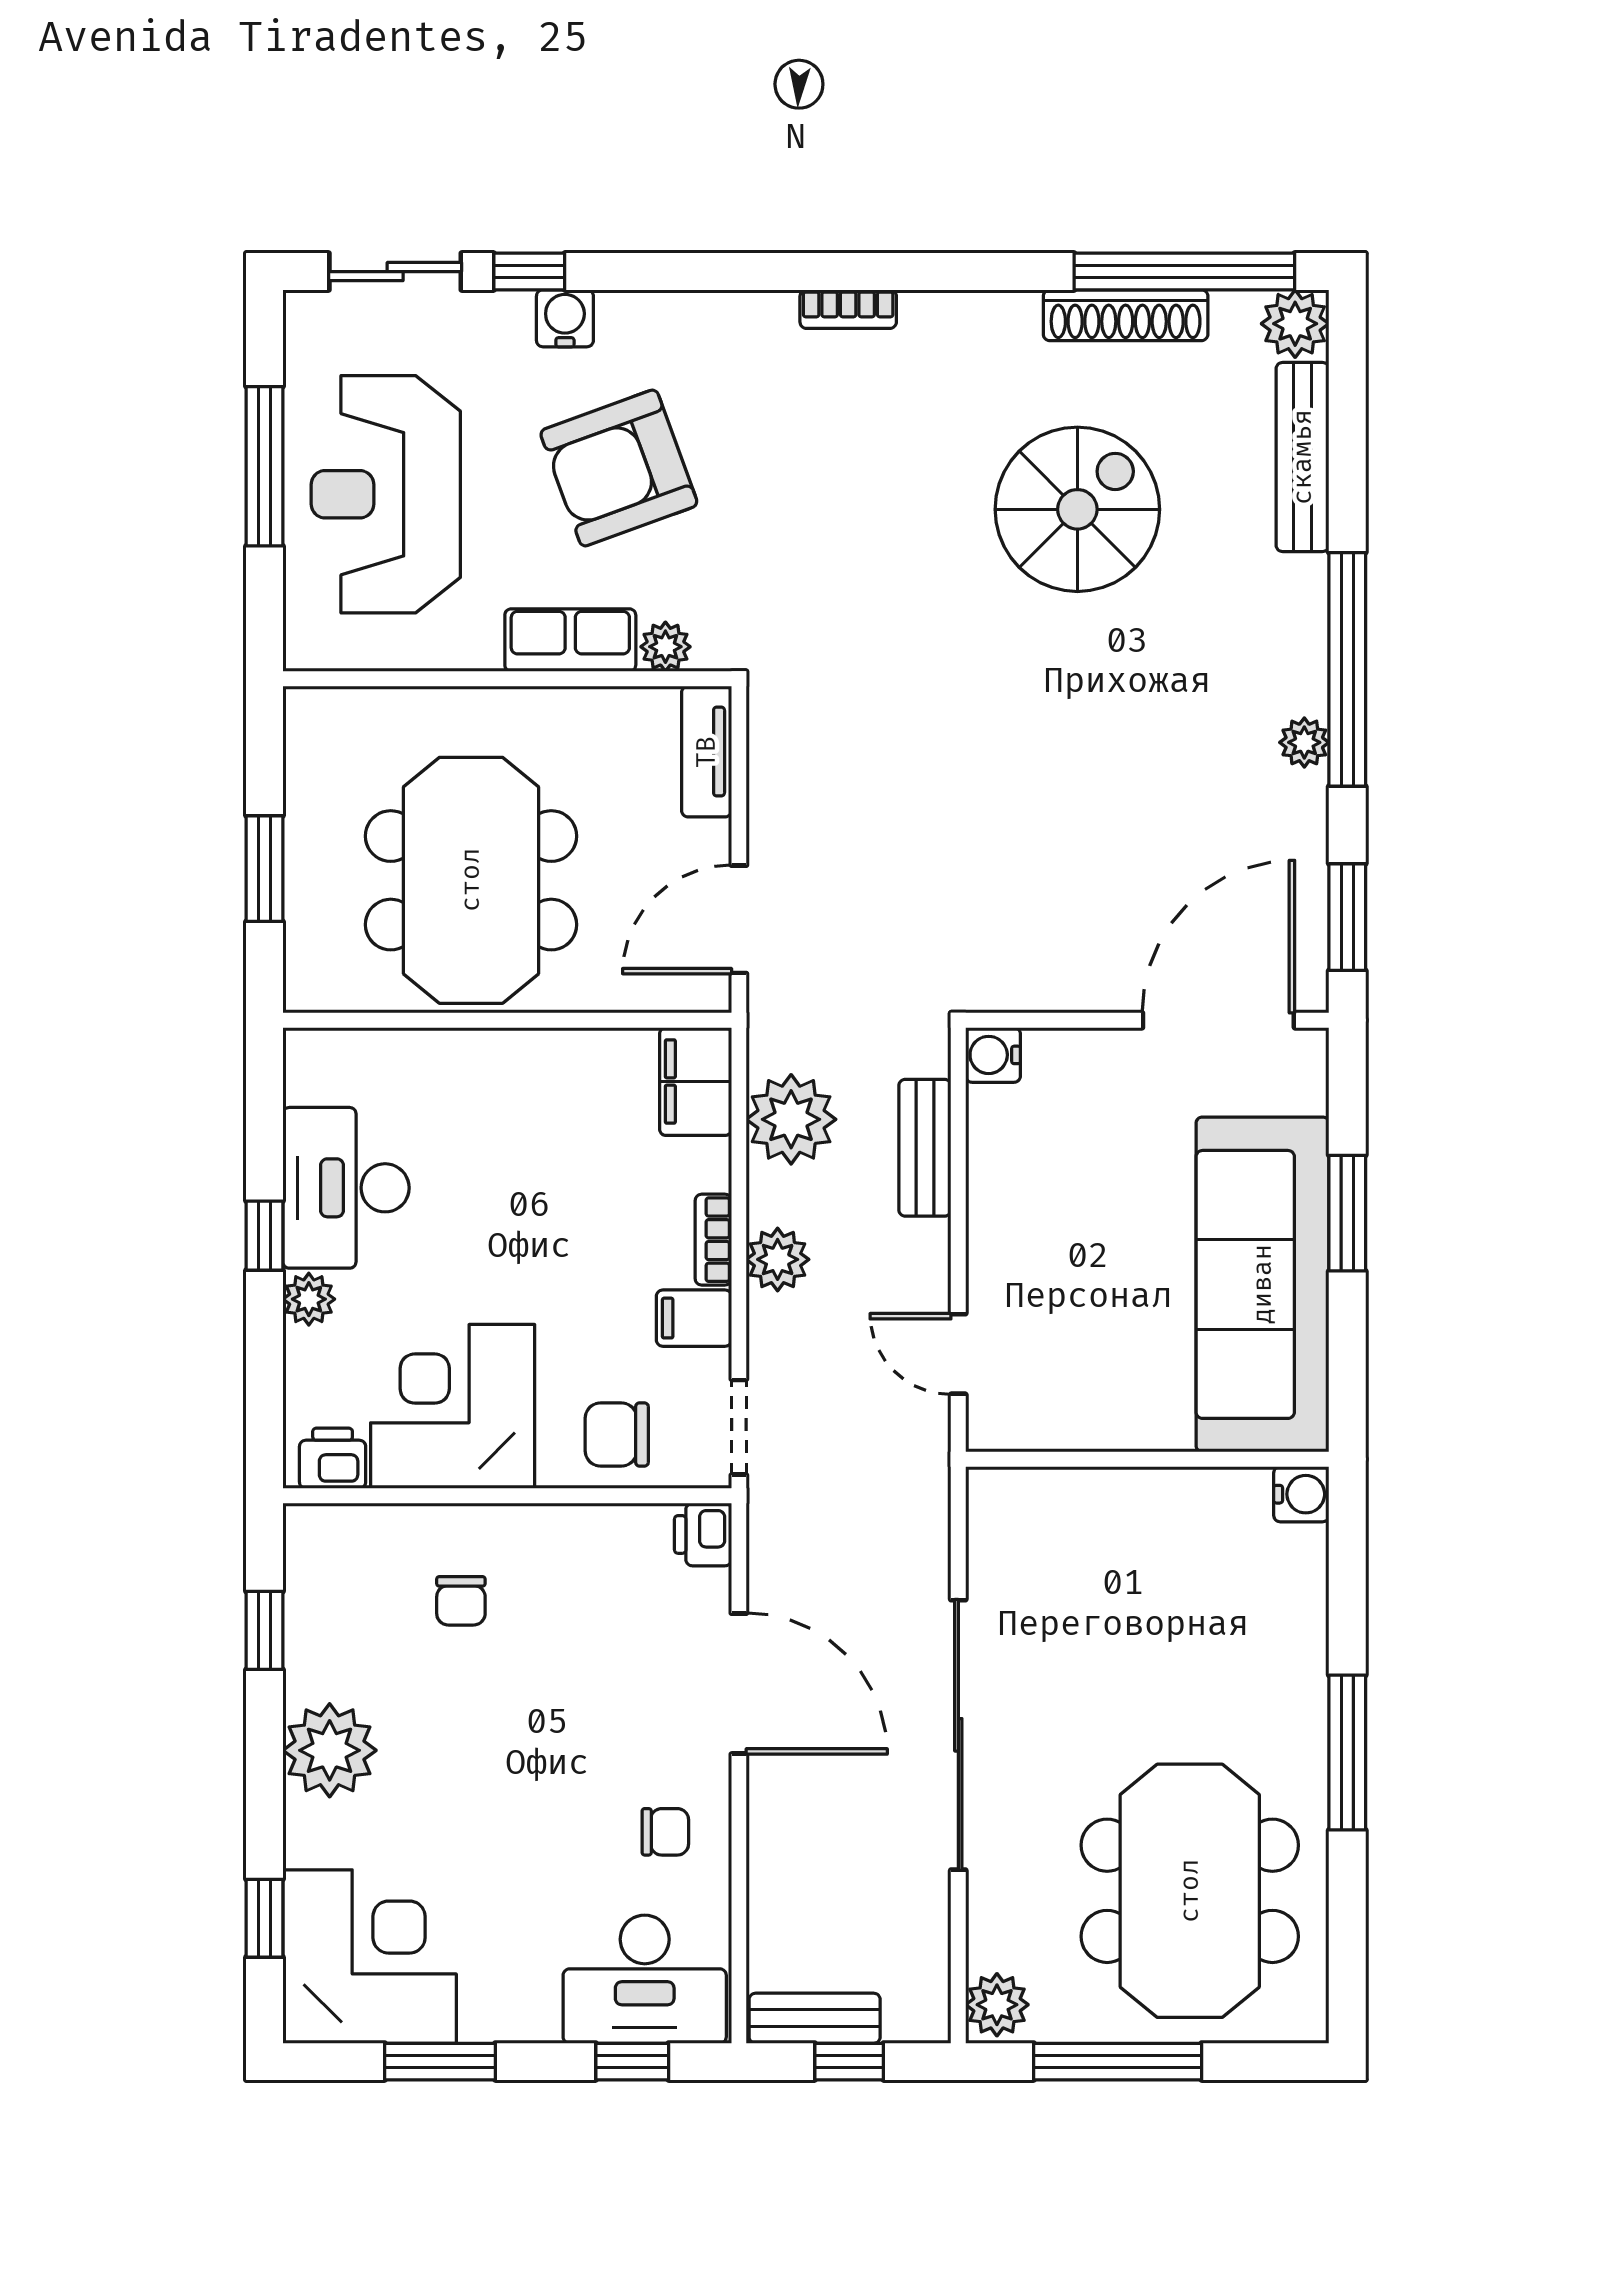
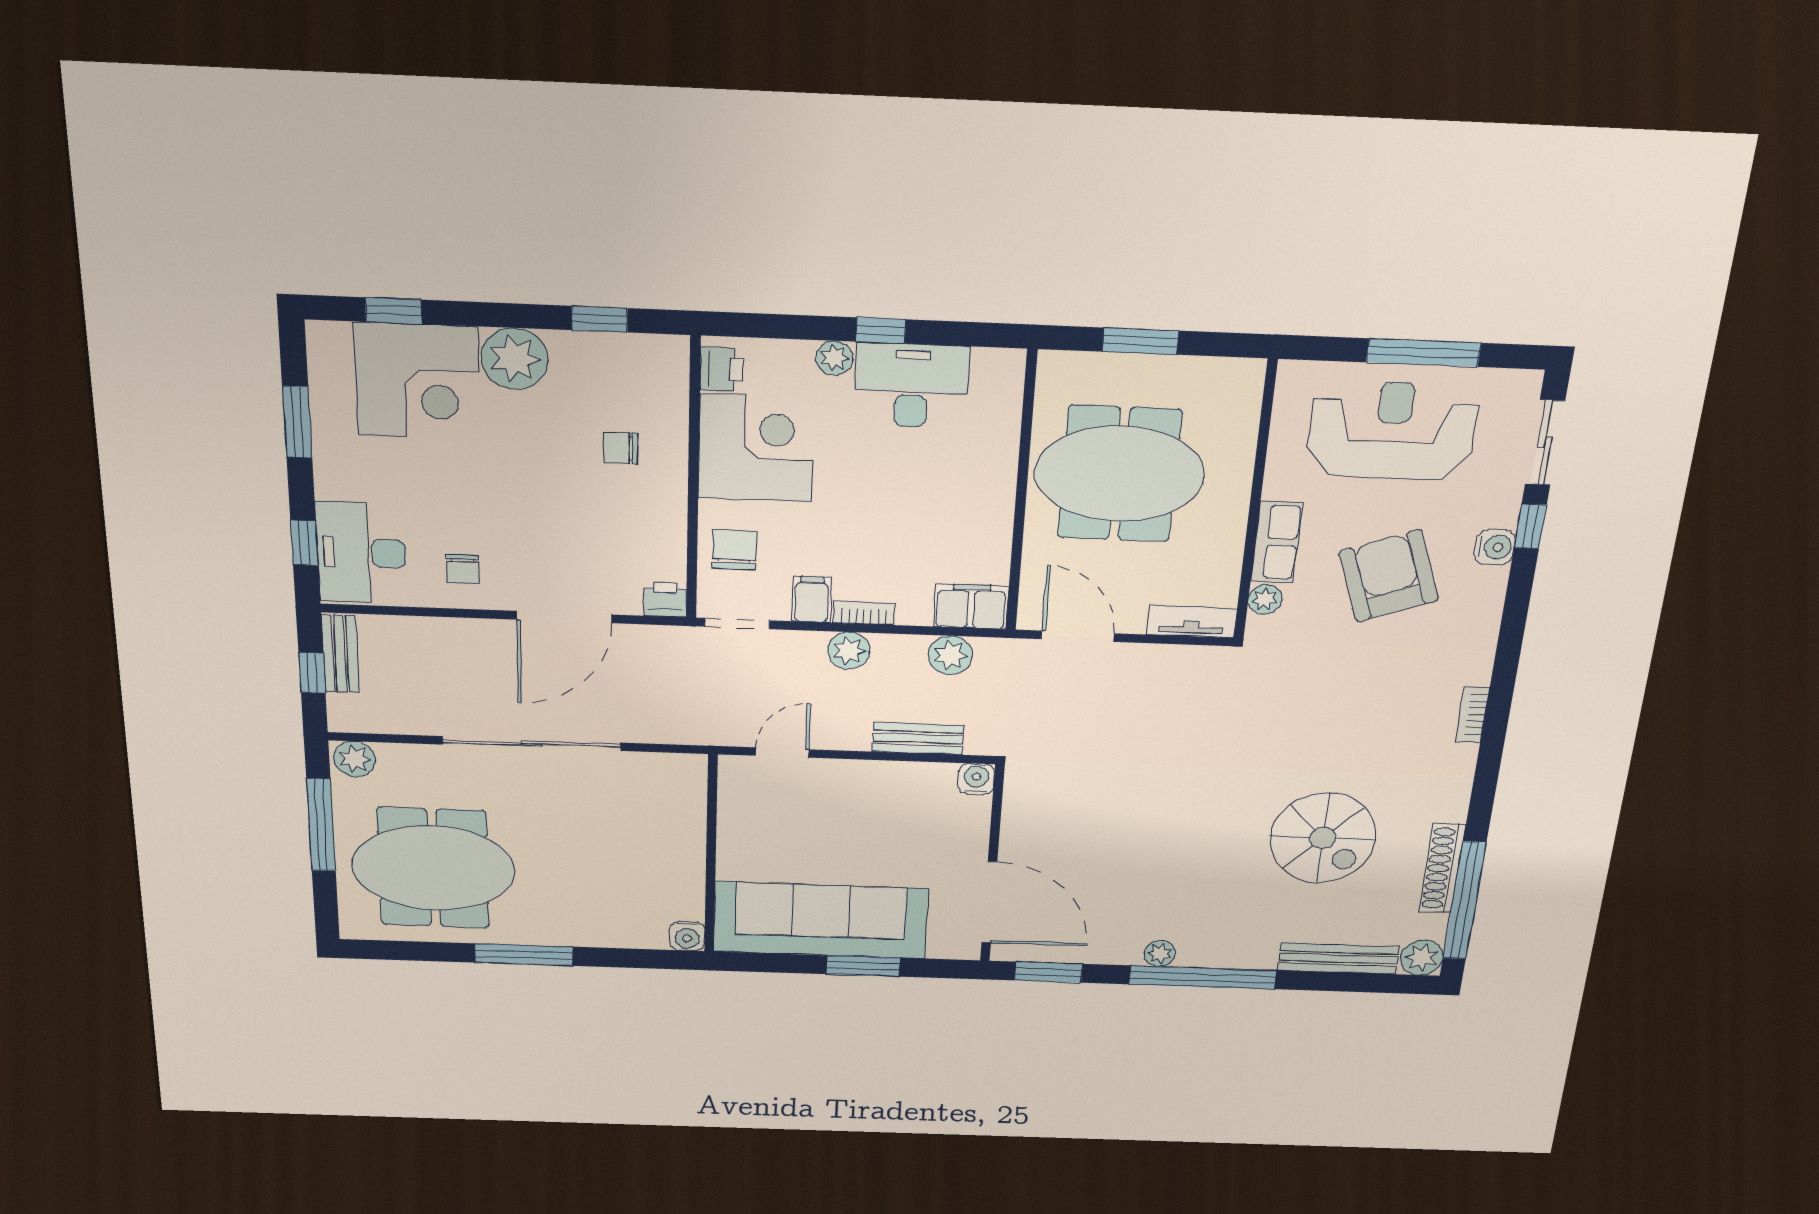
plant: (791, 1119) -> (950, 655), width x0.73, depth x0.73
corner desk: (370, 1957) -> (417, 381), moved

